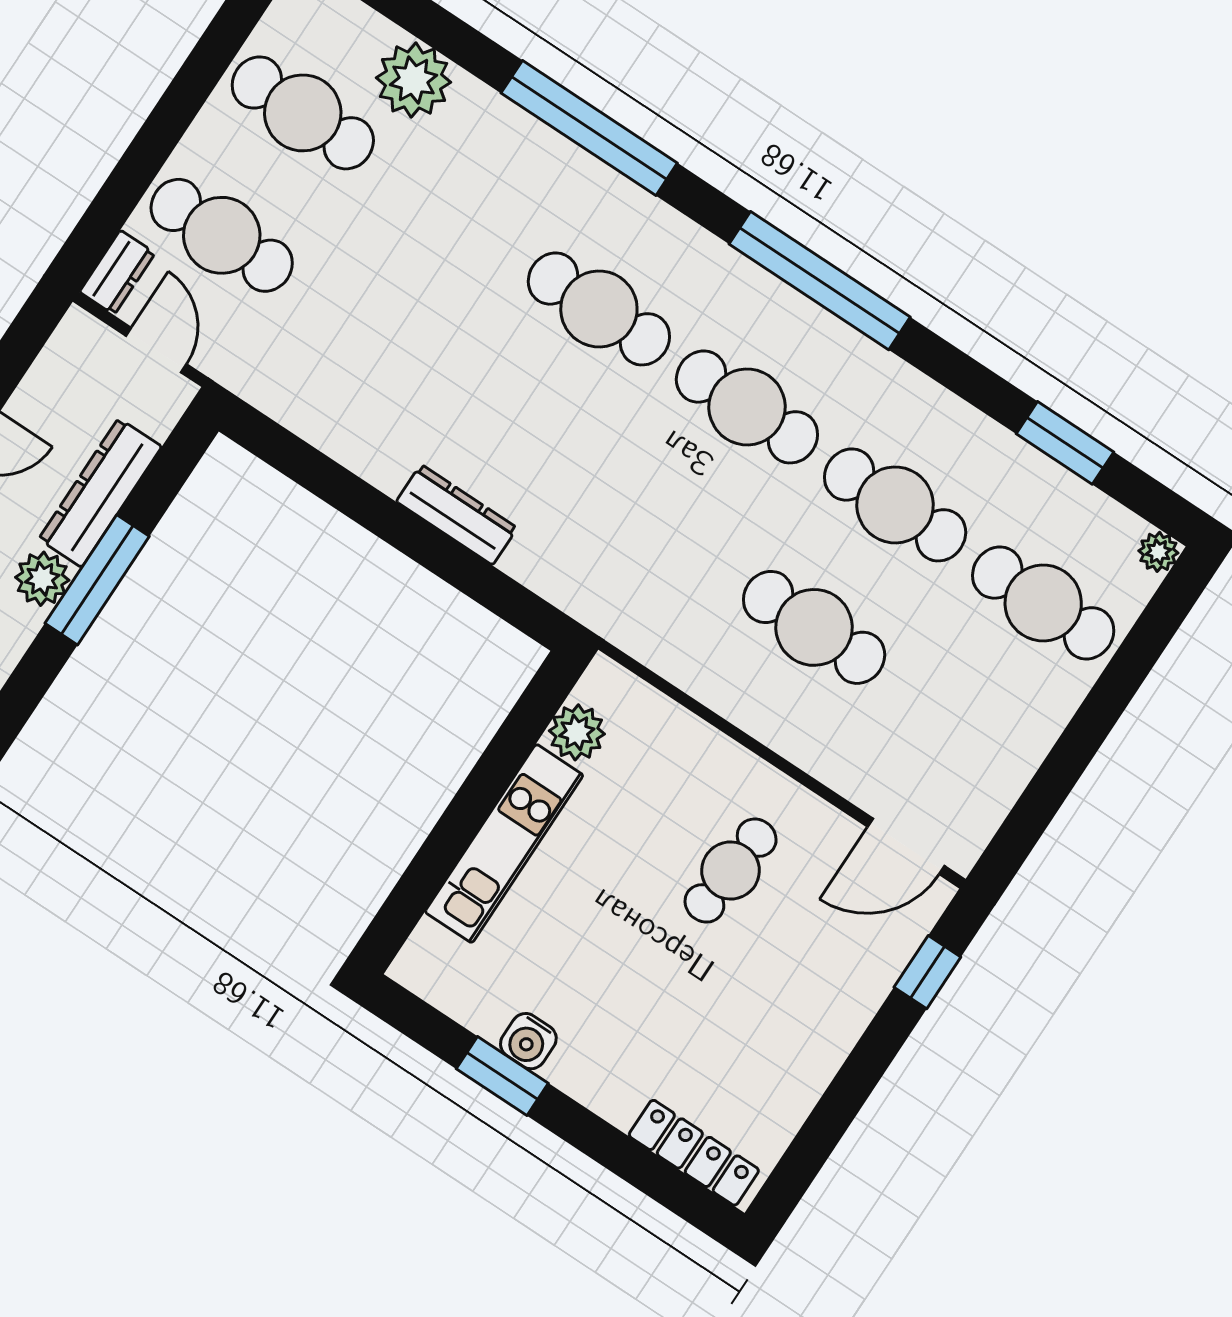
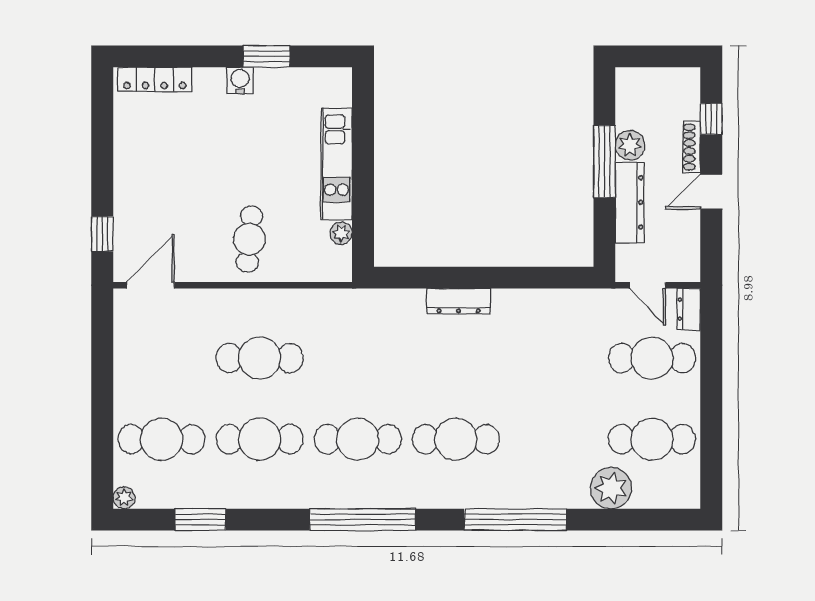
plant: (577, 732) -> (341, 233), width x0.73, depth x0.73
cafe table: (731, 871) -> (249, 239), moved
water cooler: (528, 1041) -> (240, 80), moved

